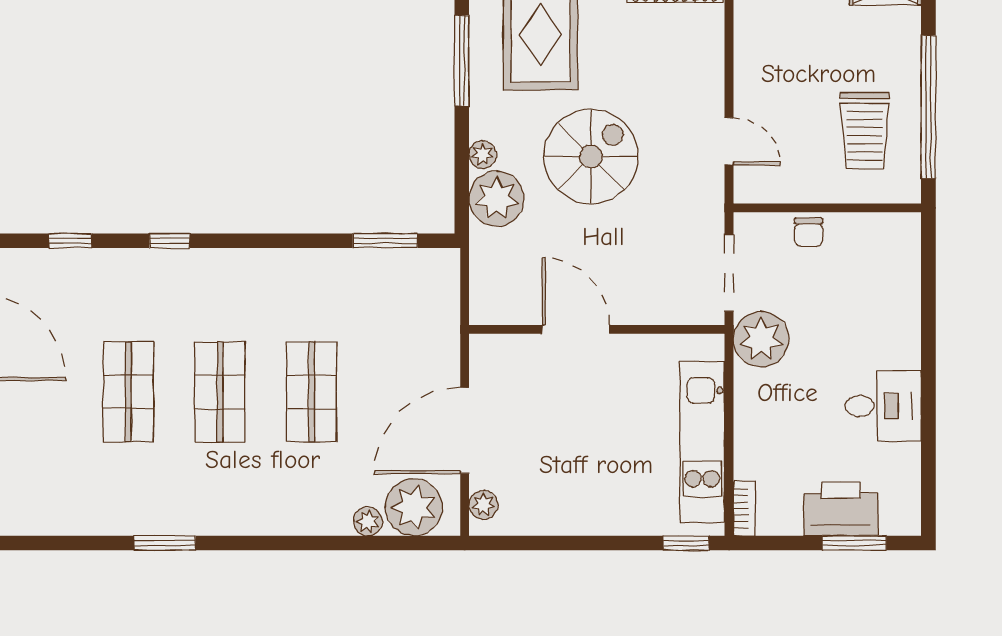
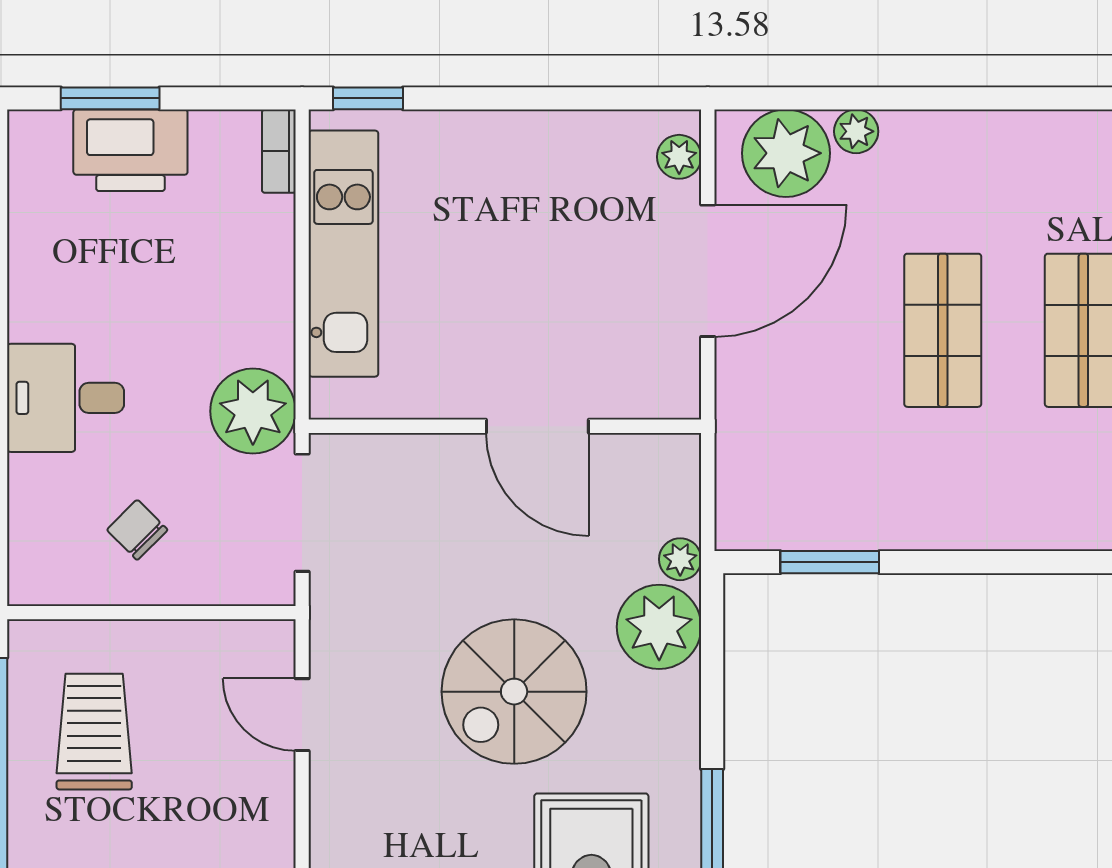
plant: (483, 155) -> (680, 559), moved
chair: (809, 232) -> (137, 530), moved, turned -45
desk: (883, 406) -> (66, 398), moved

